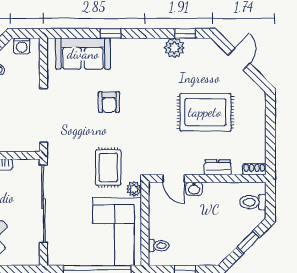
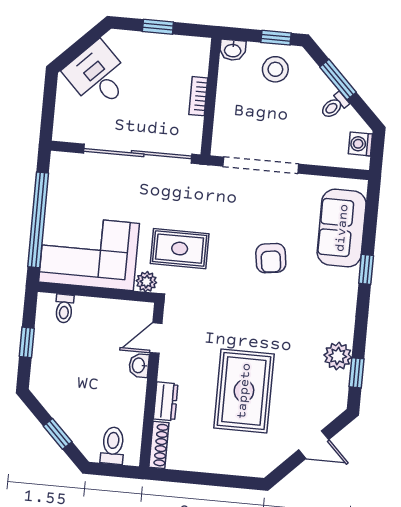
armchair: (109, 102) -> (271, 258), turned -98
shoe rack: (254, 169) -> (159, 445), width x1.43

